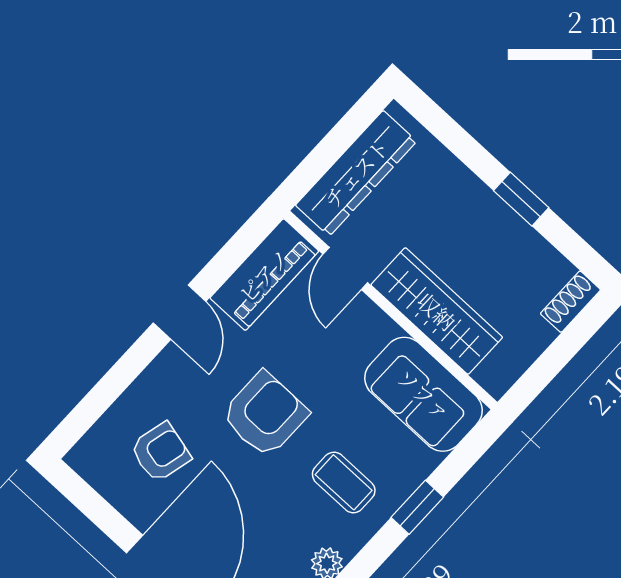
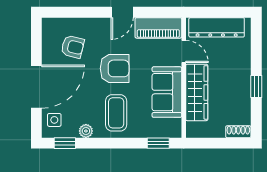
door: (345, 268) -> (184, 51), swing flipped
sofa: (424, 394) -> (167, 92), moved
coffee table: (344, 482) -> (116, 113), width x1.36, depth x1.30
window: (417, 507) -> (158, 143), moved

